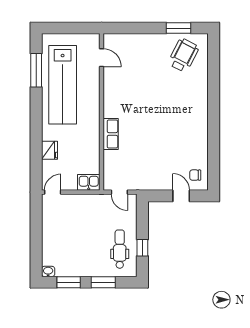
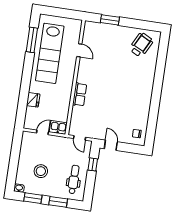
window: (178, 28) -> (110, 20), moved
door: (102, 58) -> (79, 50), moved
door: (53, 192) -> (42, 132), moved
door: (181, 196) -> (111, 145), moved
stool: (74, 244) -> (41, 171), added
window: (142, 248) -> (93, 164), moved

